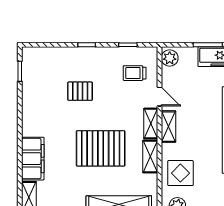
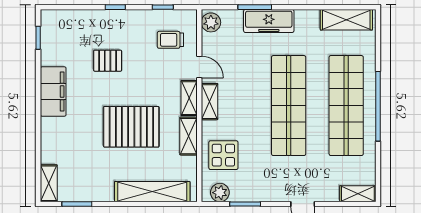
filing cabinet: (33, 159) -> (53, 92), moved

